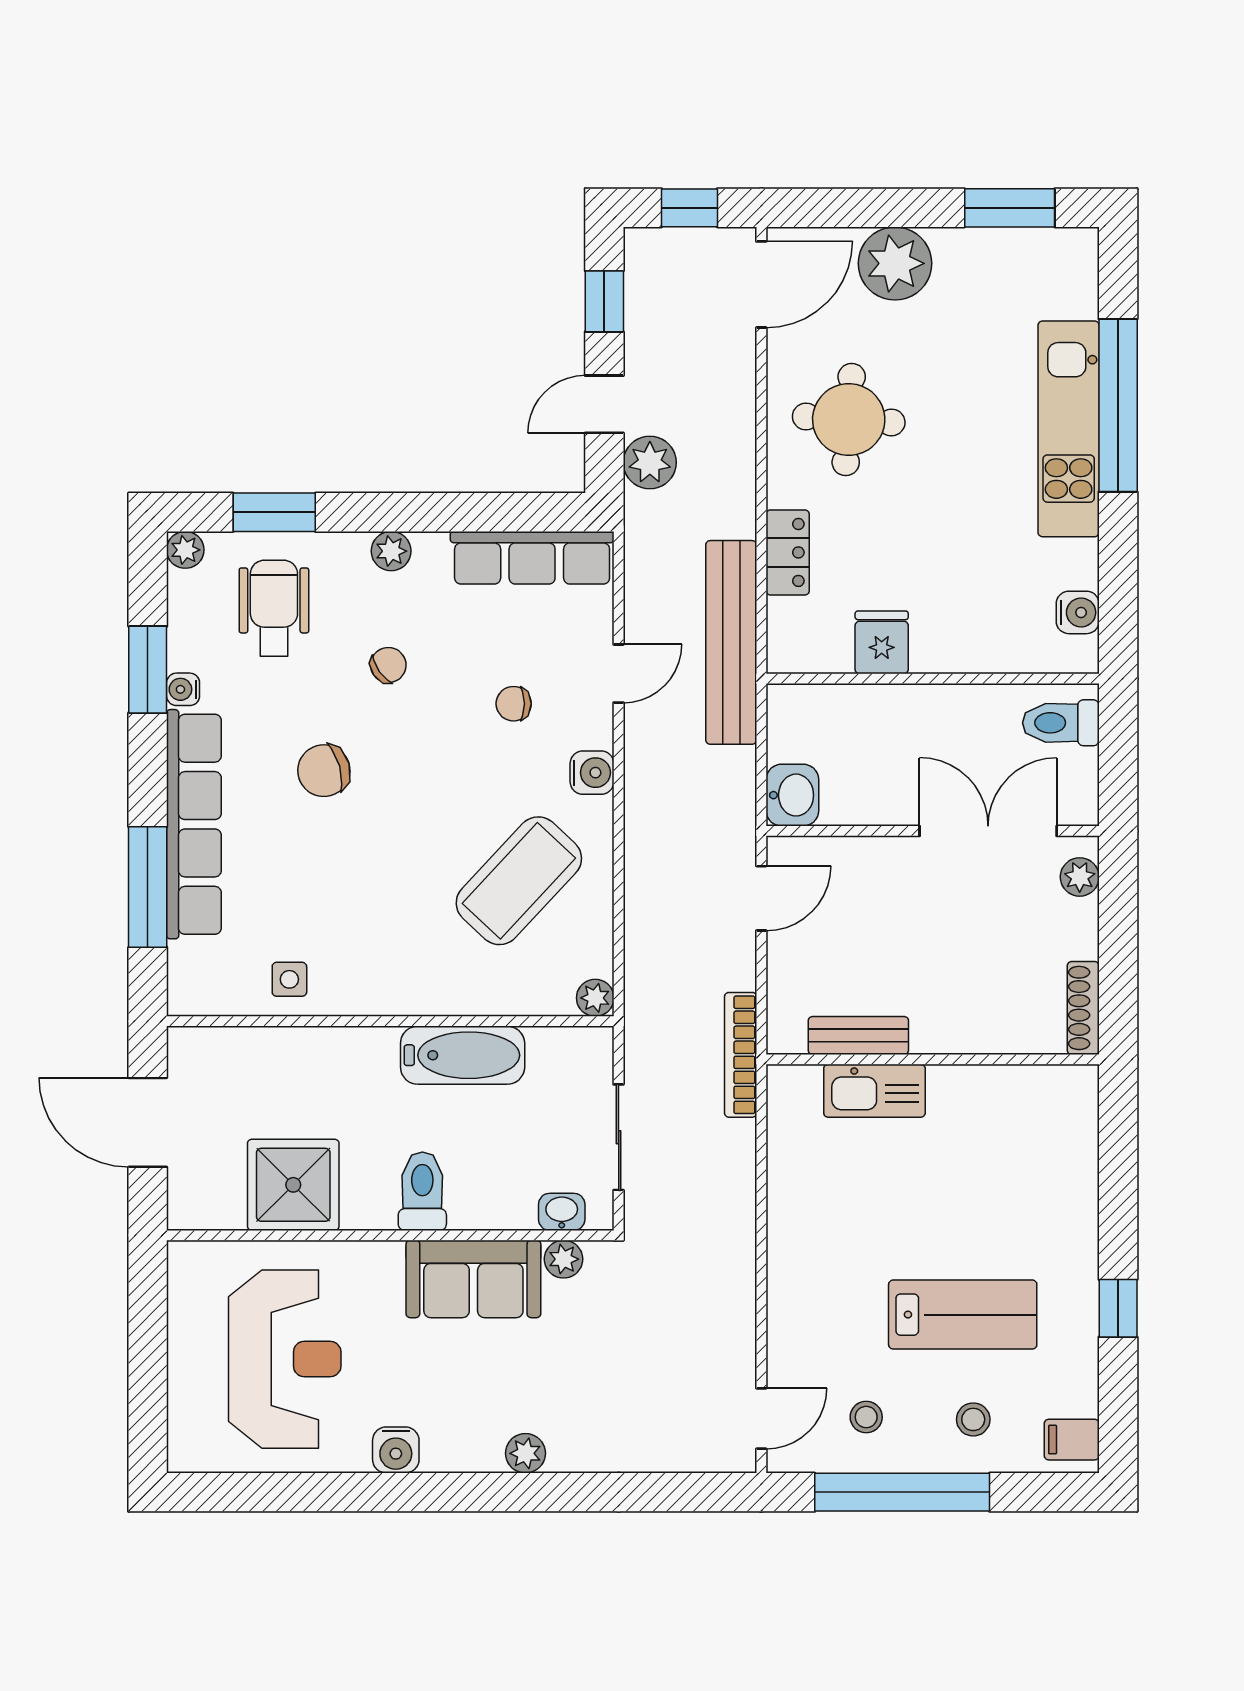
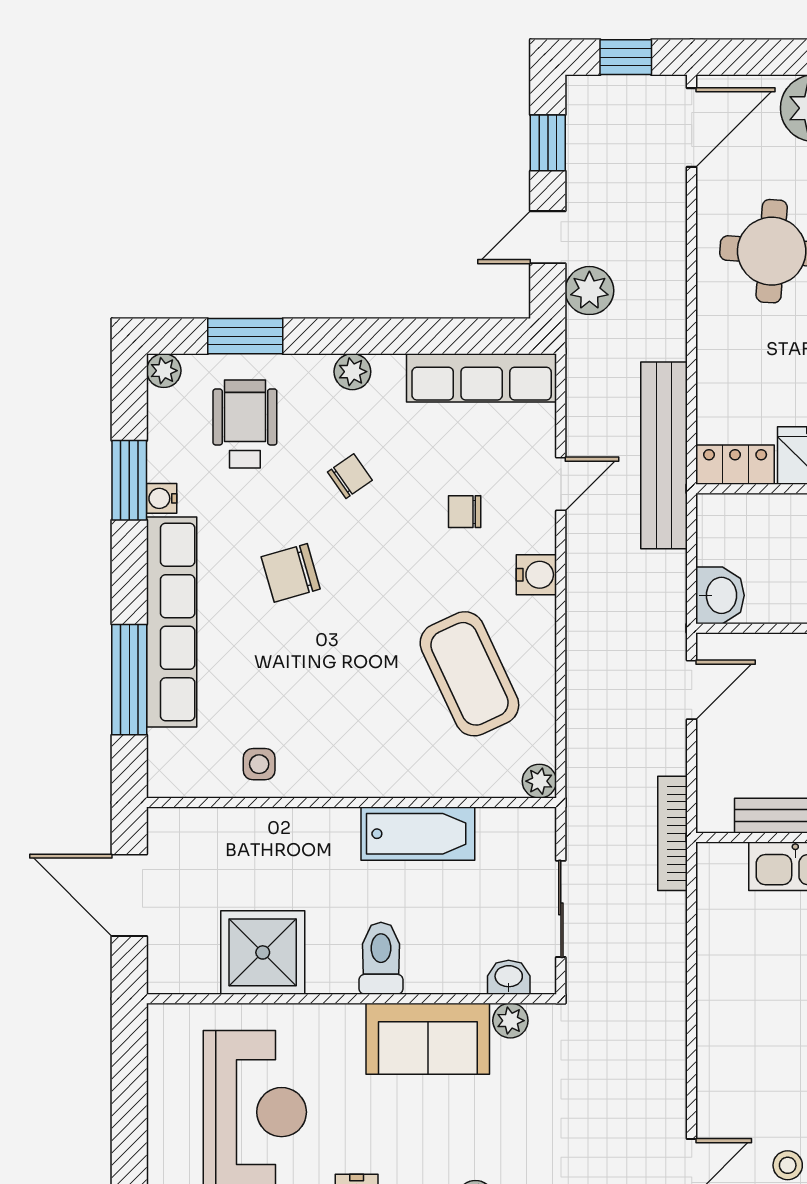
locker: (788, 552) -> (735, 465), moved, turned -90
coffee table: (519, 881) -> (469, 674), turned -68

